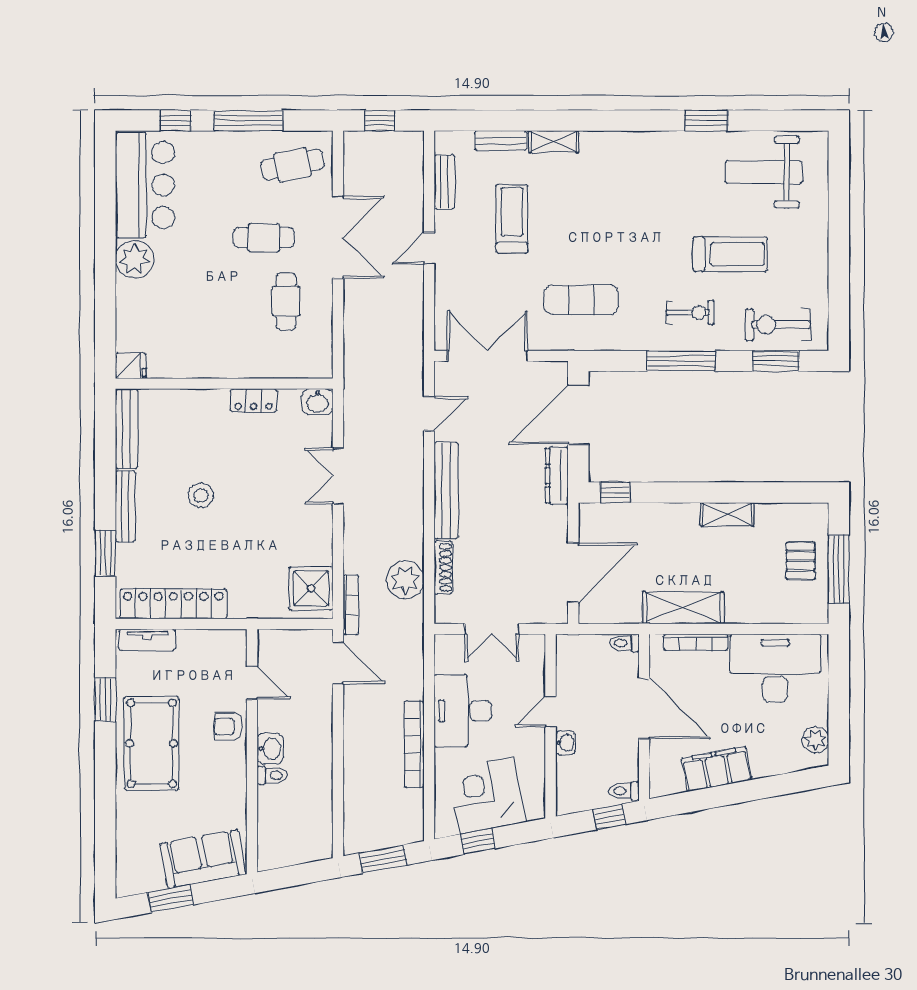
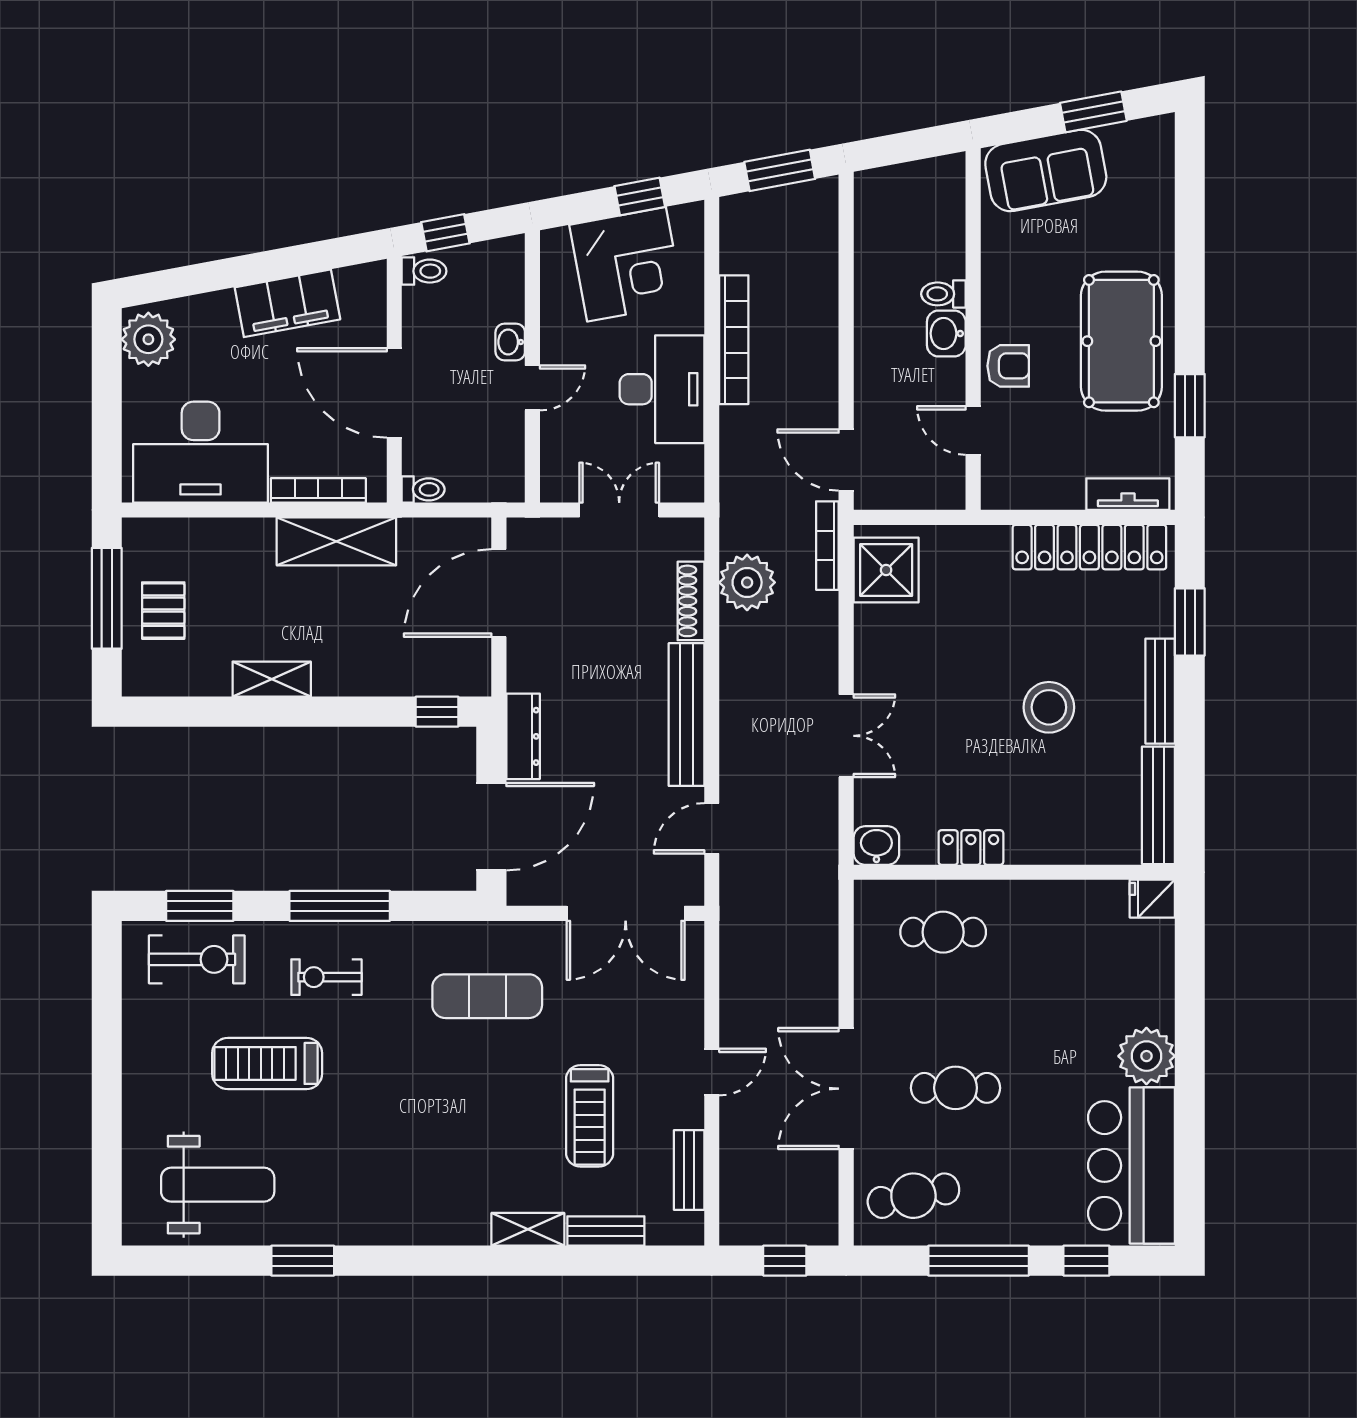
cafe table: (286, 301) -> (943, 932), moved, turned 90
stool: (201, 495) -> (1049, 707), width x1.38, depth x1.38
plant: (815, 740) -> (148, 339), width x1.36, depth x1.36

